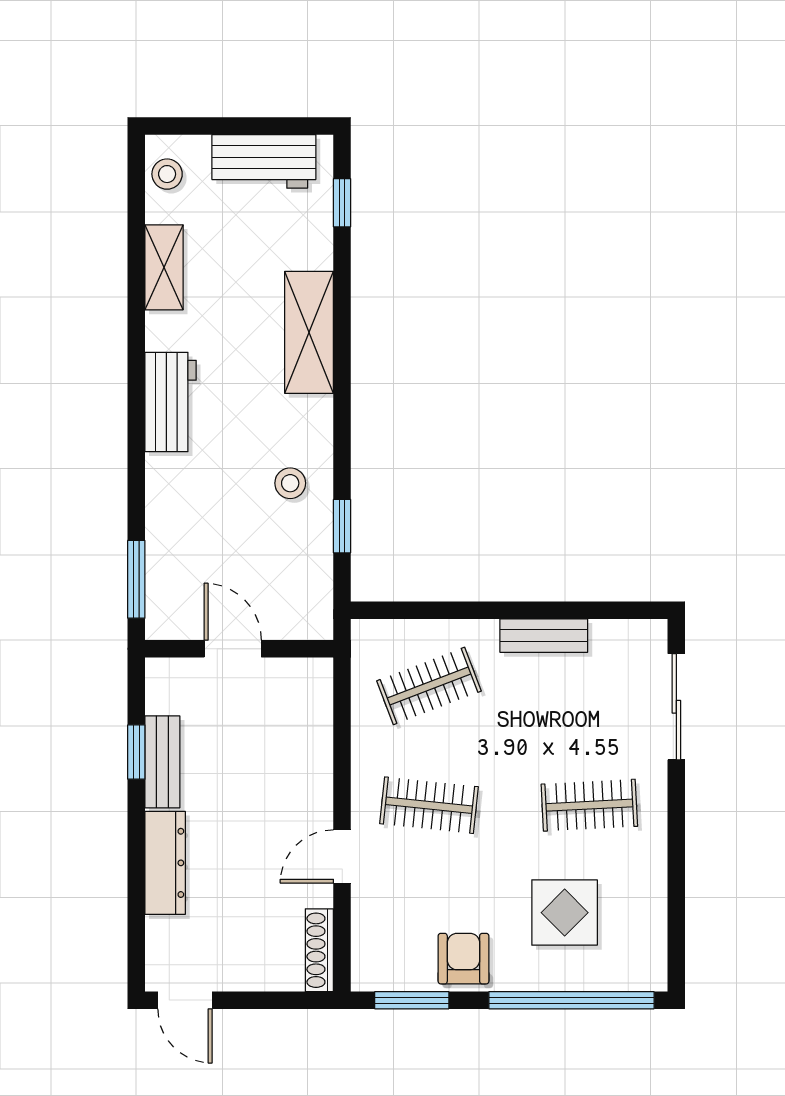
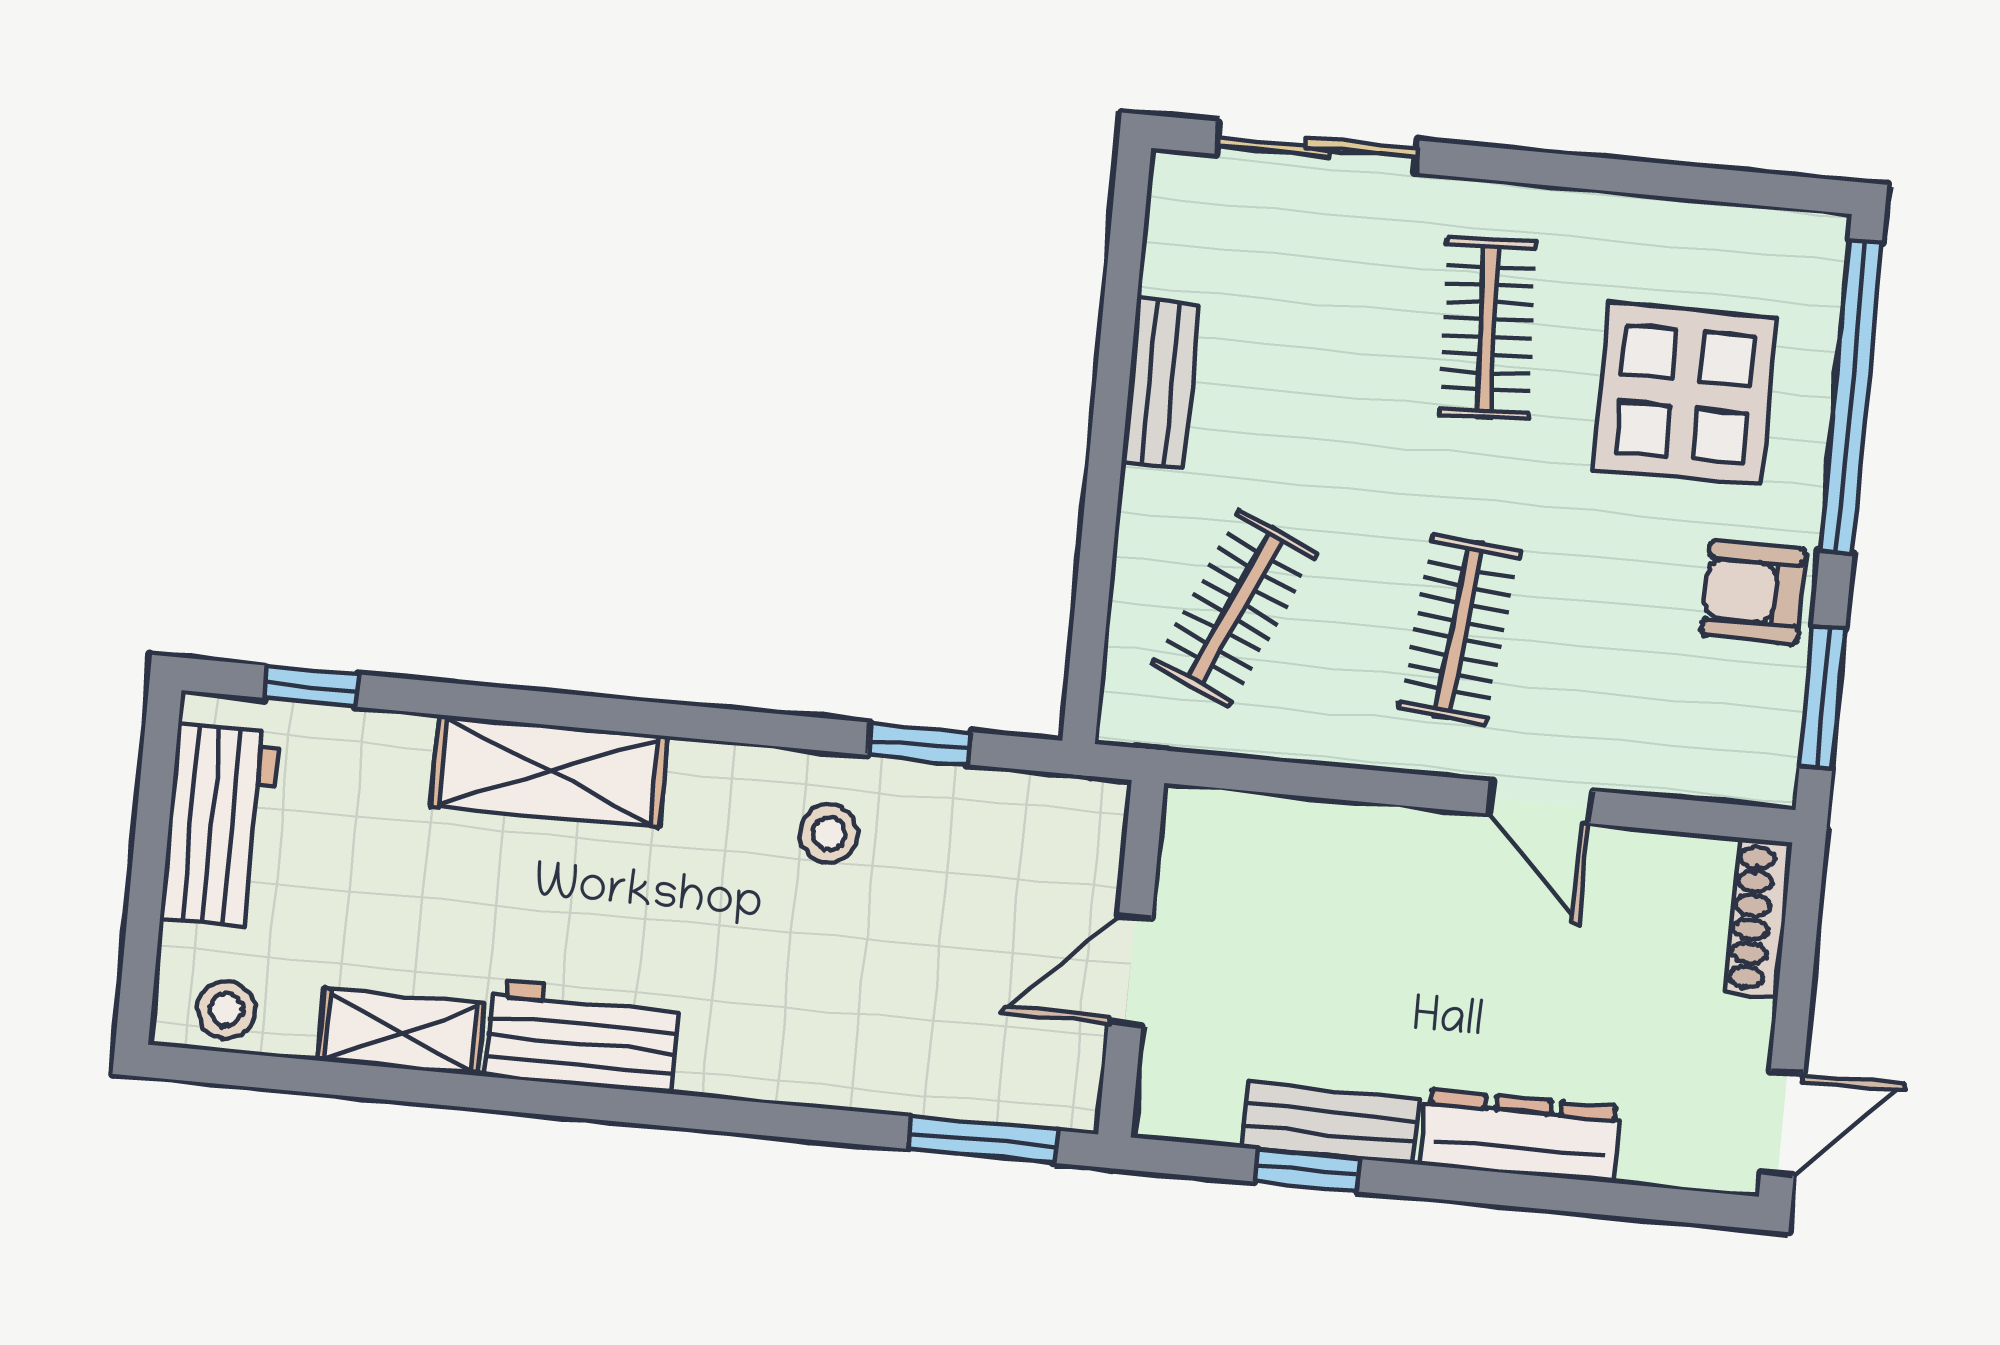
workbench: (171, 402) -> (582, 1037), moved
clothes rail: (429, 686) -> (1235, 608), turned 45
display table: (565, 913) -> (1685, 394), width x1.36, depth x1.36
shoe rack: (319, 950) -> (1759, 918), moved, turned 90

